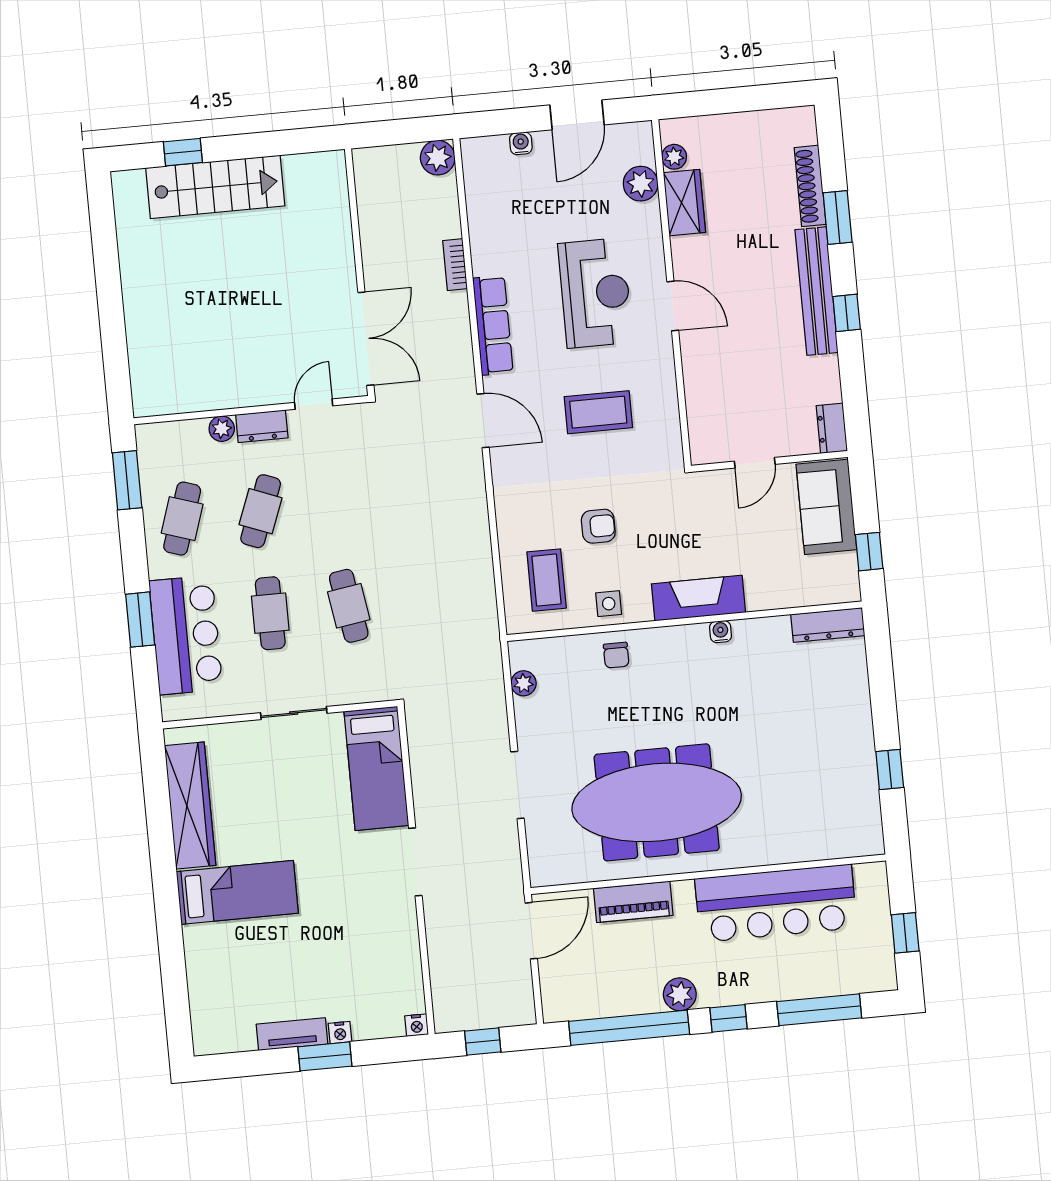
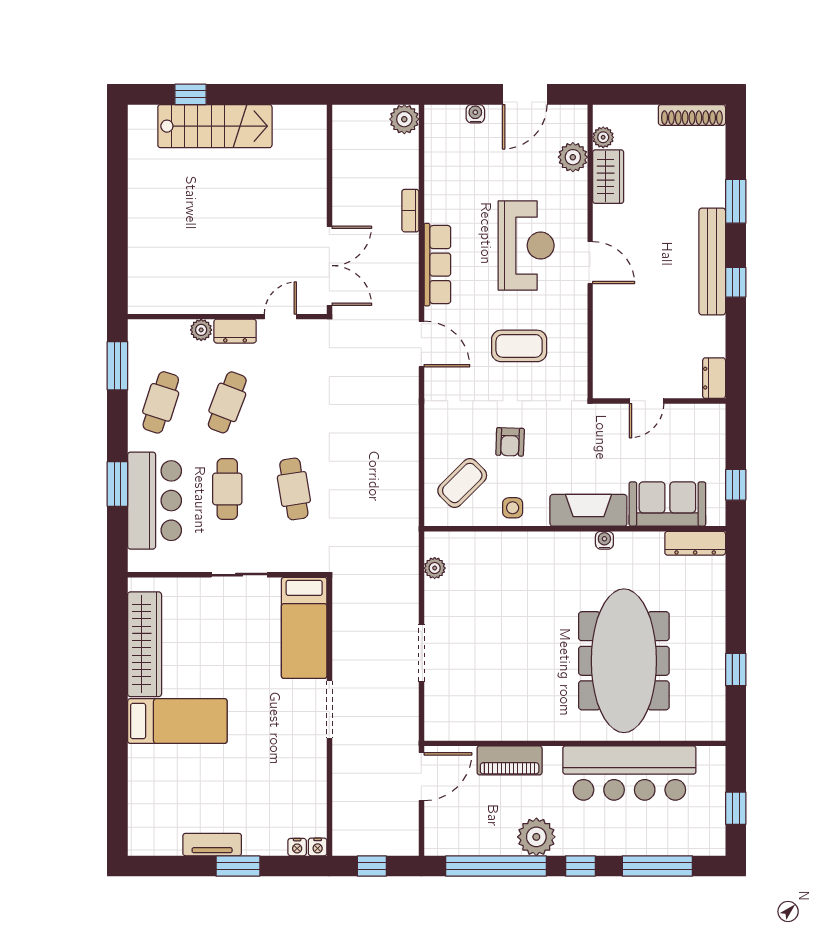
shoe rack: (810, 186) -> (692, 115), moved, turned -90
sofa: (826, 507) -> (667, 504), moved, turned 90
armchair: (598, 526) -> (510, 442), turned 92
coffee table: (547, 580) -> (462, 483), turned 45
chair: (616, 655) -> (515, 552), removed
meeting table: (657, 802) -> (624, 661), moved, turned 90
plant: (680, 994) -> (536, 837), width x1.36, depth x1.36
nightstand: (340, 1033) -> (297, 847), moved

